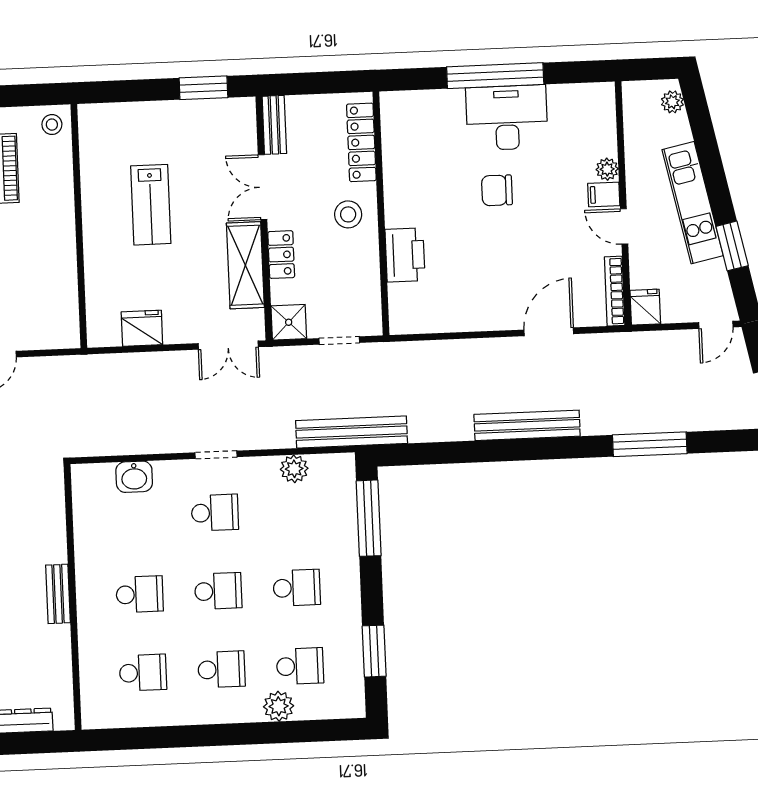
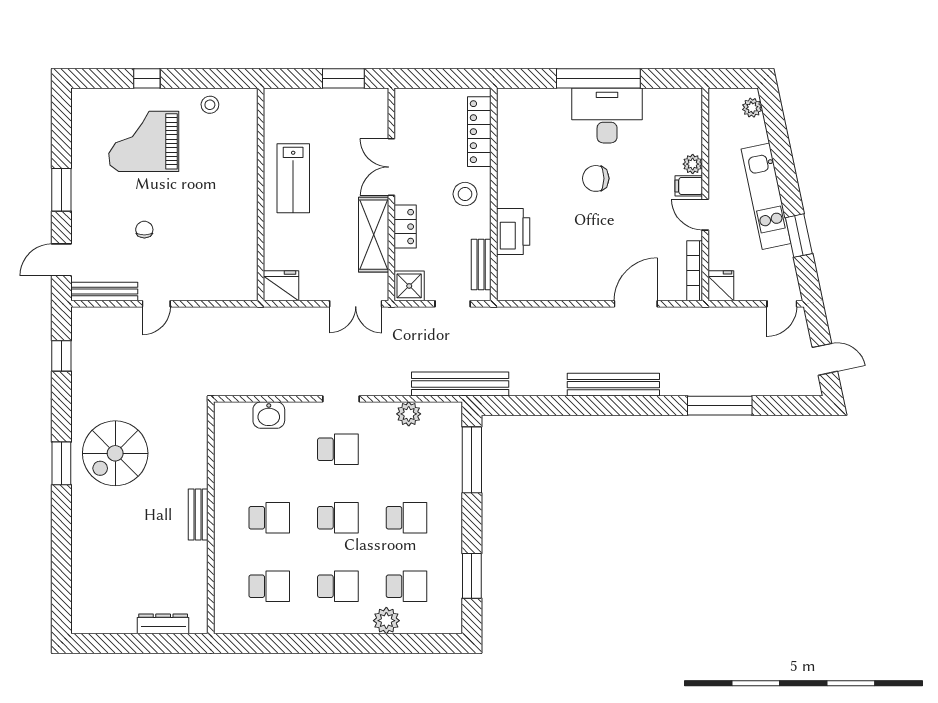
bench: (274, 125) -> (481, 265), moved
wall: (79, 226) -> (261, 194), moved

